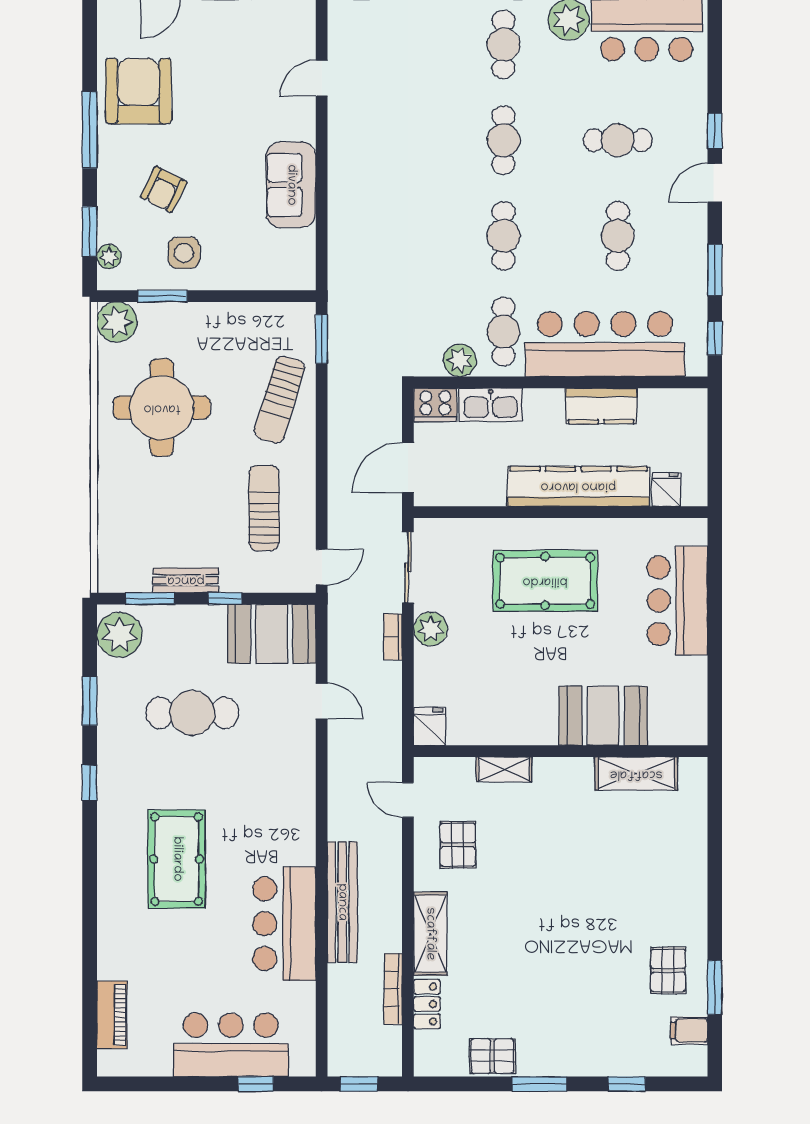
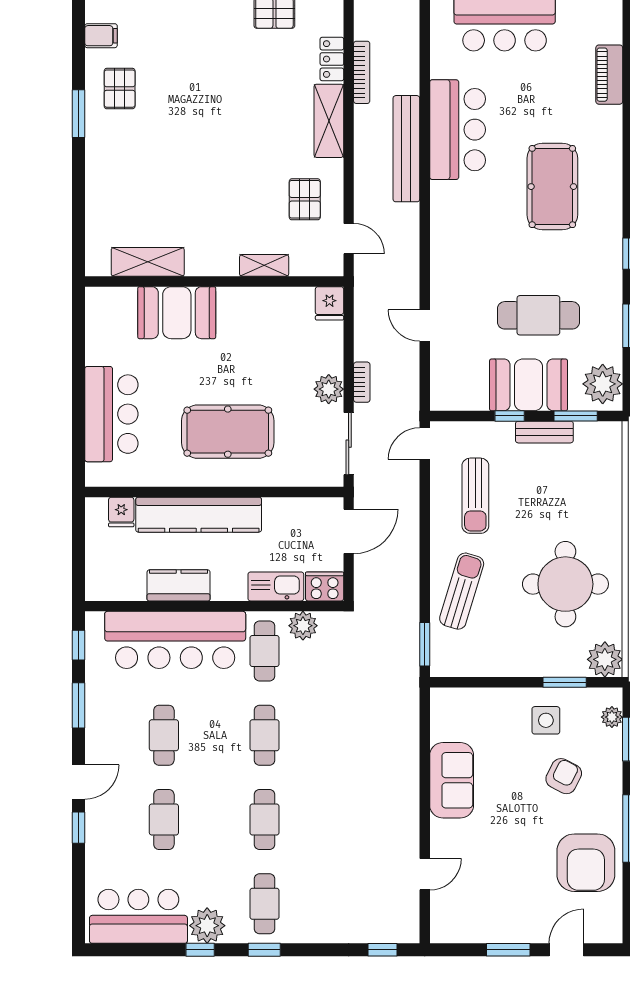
cafe table: (618, 140) -> (164, 819), turned 90
booth: (272, 634) -> (529, 385), moved
window: (715, 988) -> (79, 114), moved
piano: (112, 1015) -> (609, 75), moved

